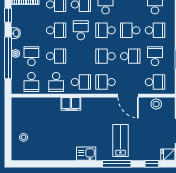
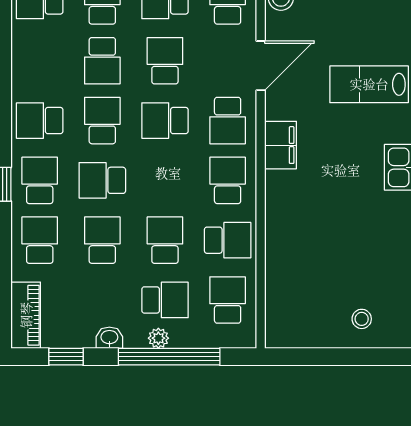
school desk: (106, 30) -> (102, 121), turned 180
school desk: (31, 56) -> (165, 300), turned 180
school desk: (106, 56) -> (165, 121), turned 90
school desk: (31, 82) -> (228, 300), turned -90
filing cabinet: (71, 104) -> (281, 145), moved

